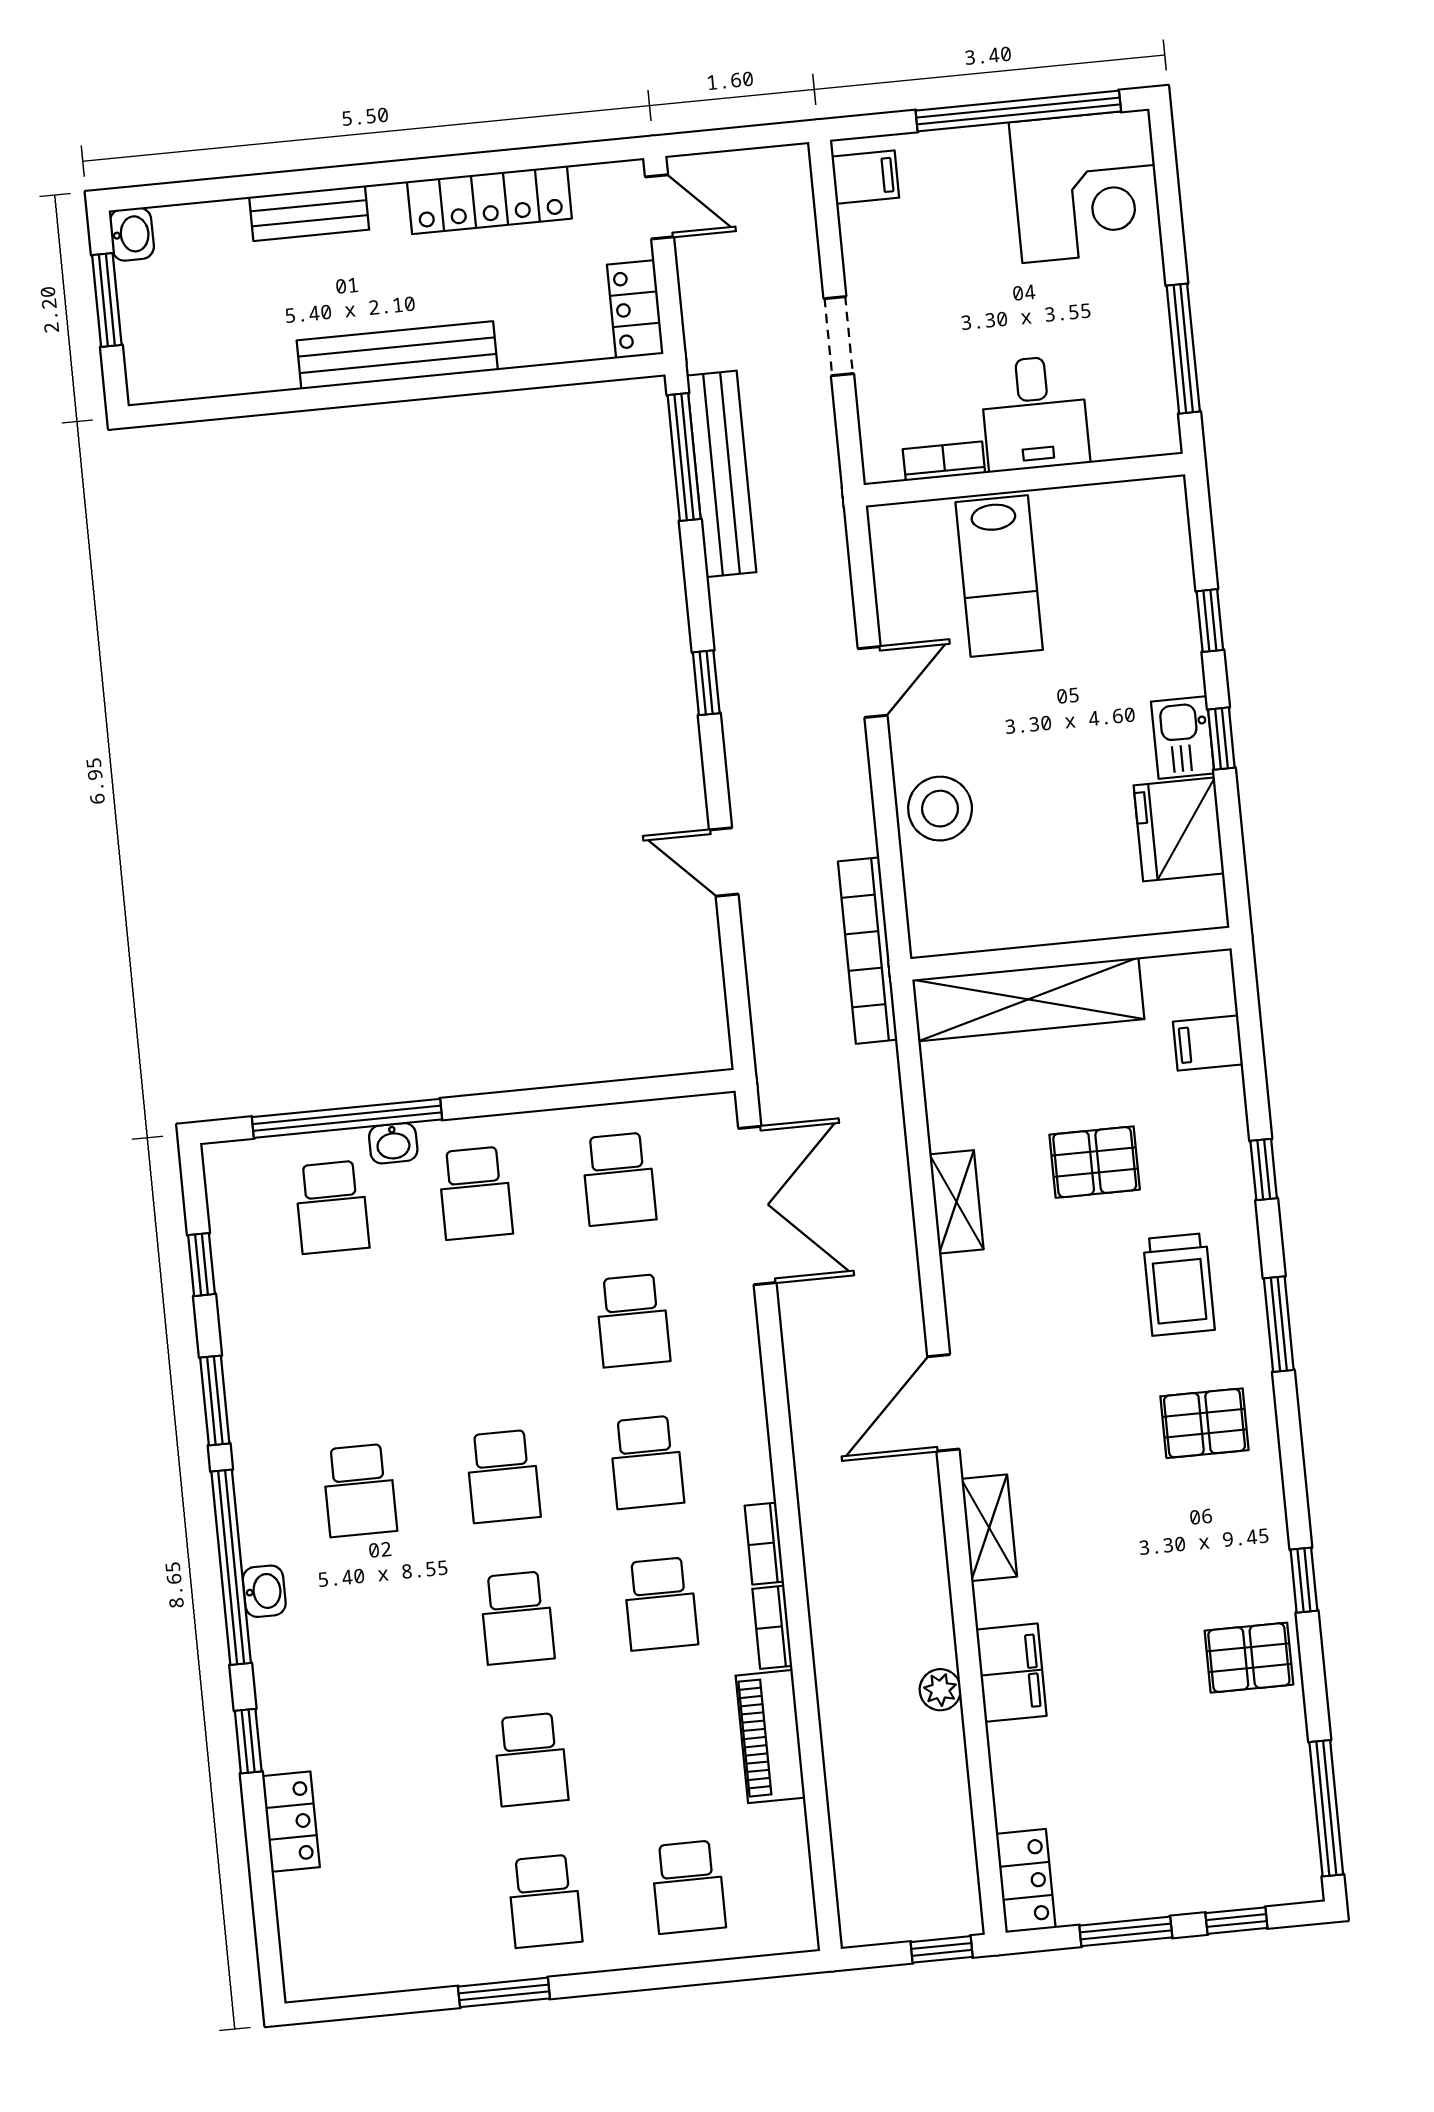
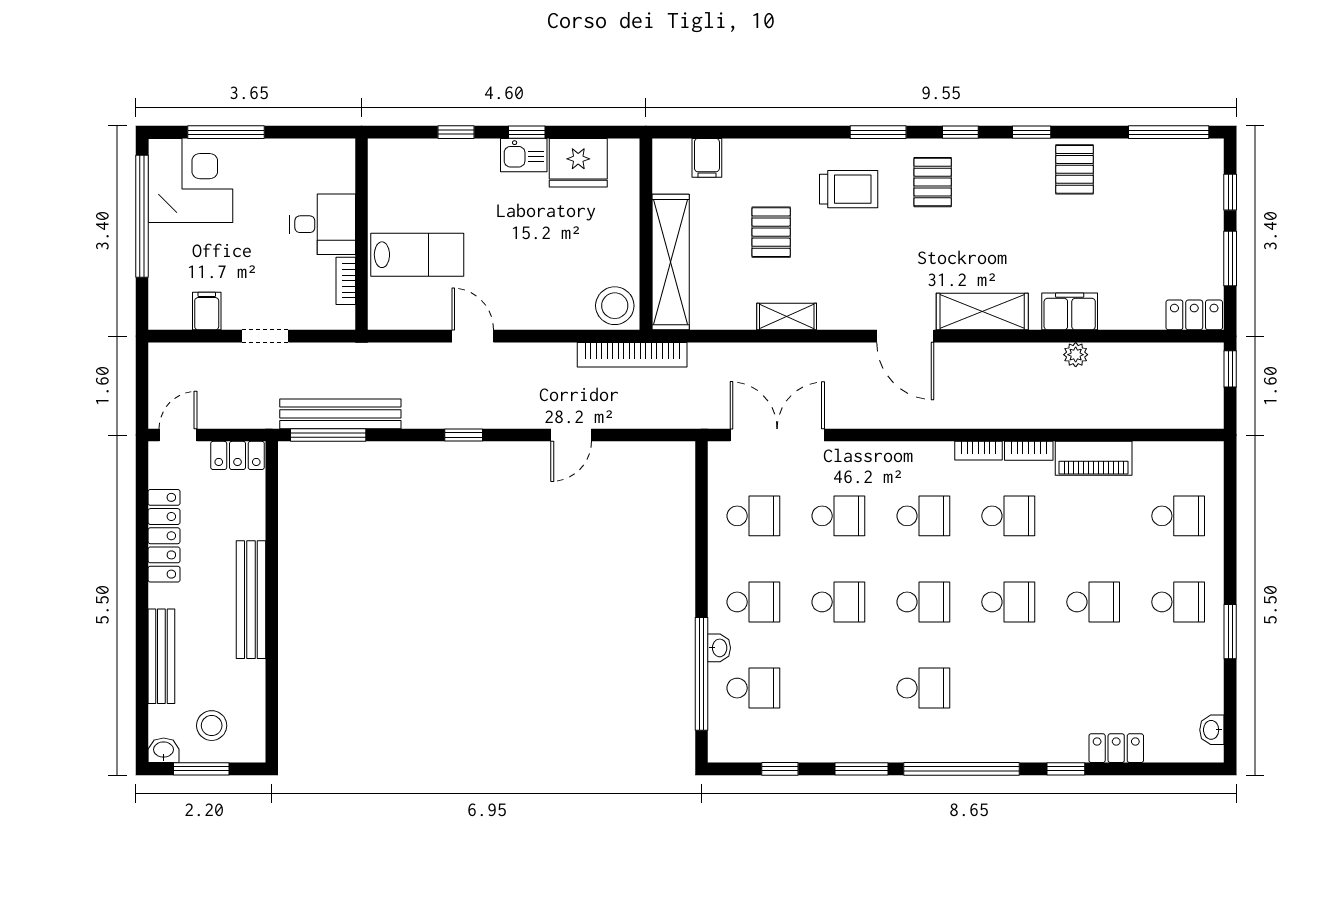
filing cabinet: (865, 177) -> (207, 311), moved
bench: (309, 213) -> (161, 656), width x1.36
stool: (181, 310) -> (212, 726), added
window: (1183, 349) -> (226, 132), moved
stool: (940, 809) -> (615, 306), moved
window: (1264, 1170) -> (960, 132), moved
school desk: (489, 1335) -> (838, 602), added
shelving: (989, 1528) -> (982, 312), width x1.50, depth x1.33
washbasin: (264, 1591) -> (1212, 730), moved, turned -90

